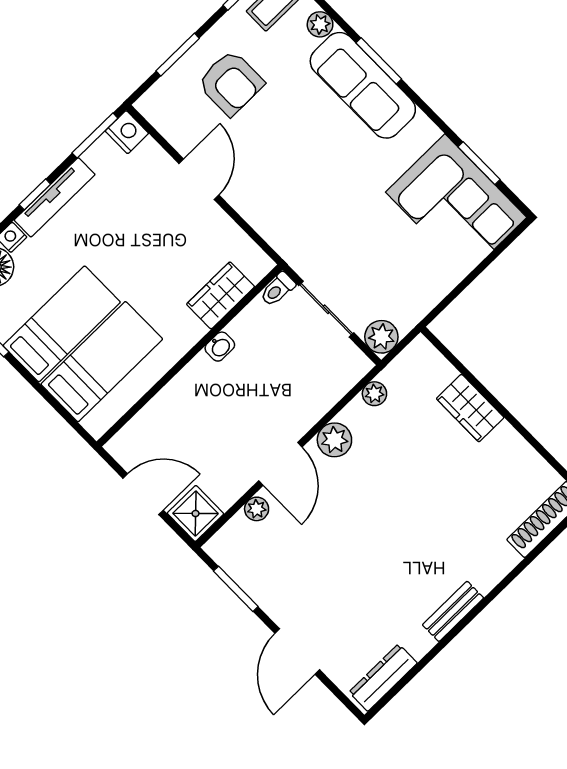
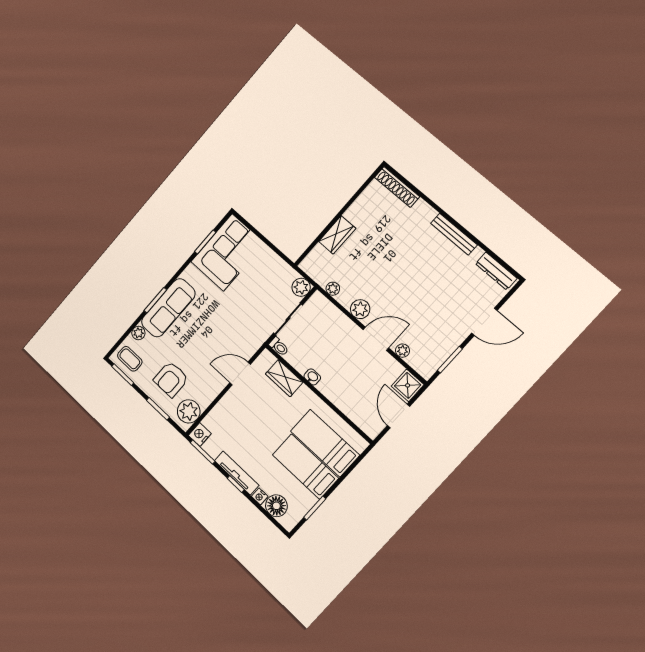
armchair: (231, 83) -> (171, 379), turned 180
plant: (170, 113) -> (189, 411), added
door: (199, 179) -> (240, 373), moved
bench: (453, 611) -> (454, 234), width x1.36

